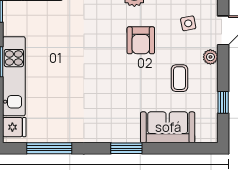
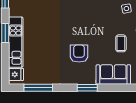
armchair: (141, 40) -> (79, 54), moved, turned 180

